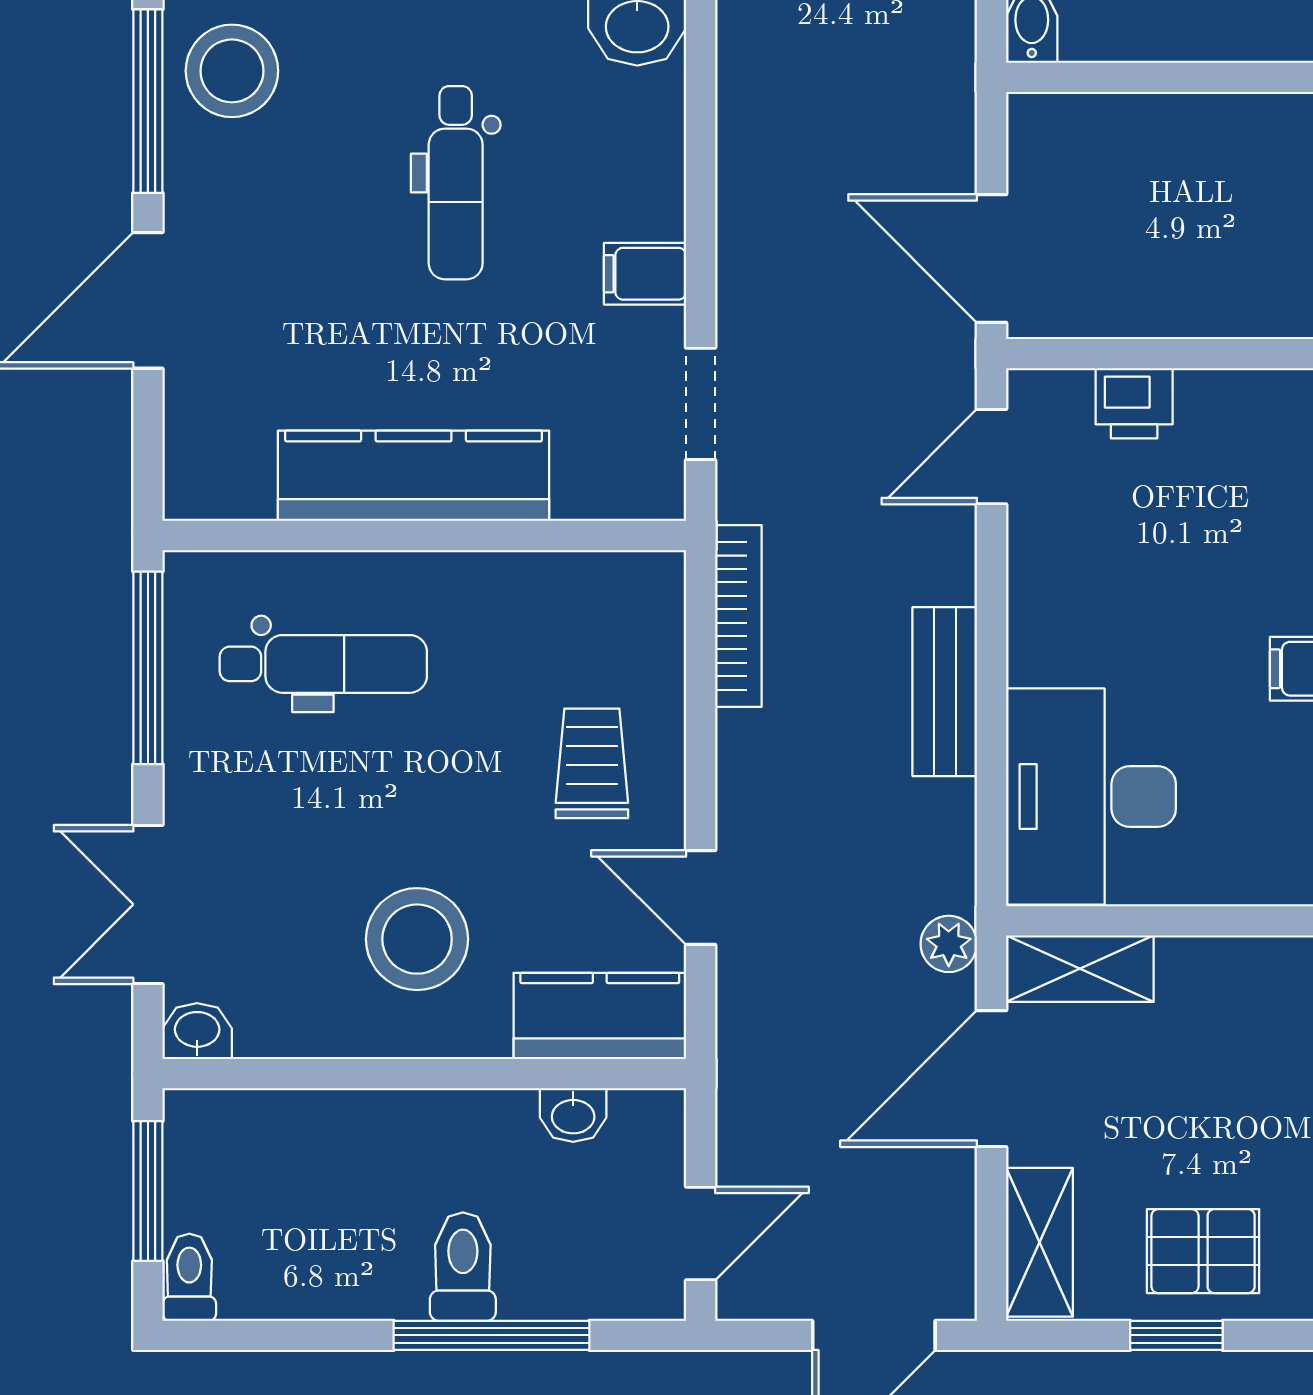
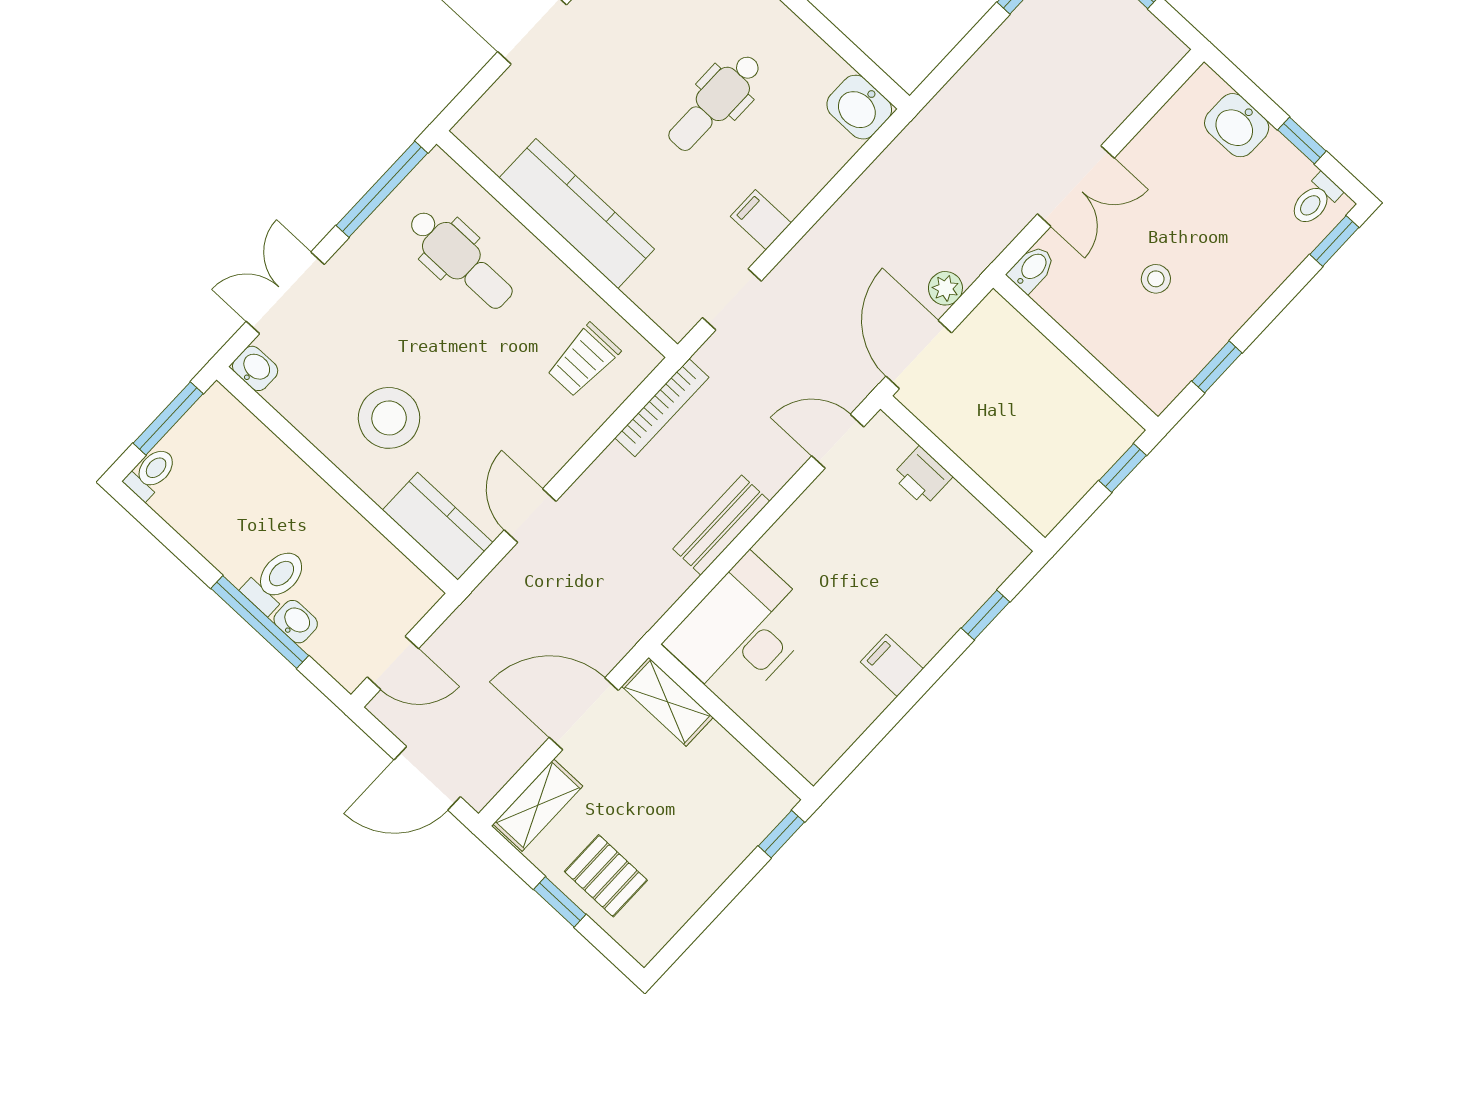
trolley: (592, 763) -> (583, 360), moved, turned 180
plant: (949, 944) -> (945, 288), moved
washbasin: (573, 1115) -> (296, 622), moved, turned 180

